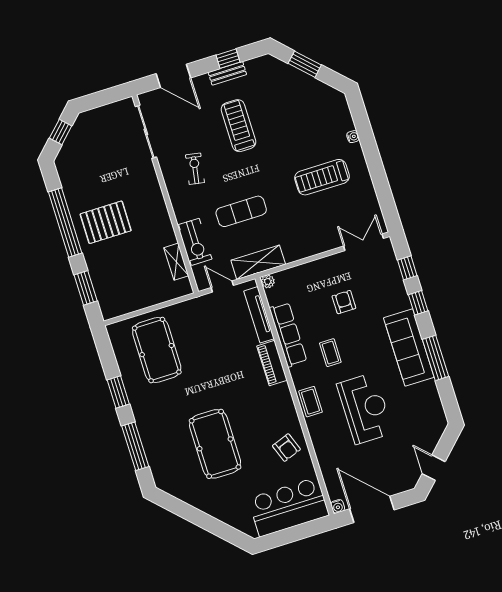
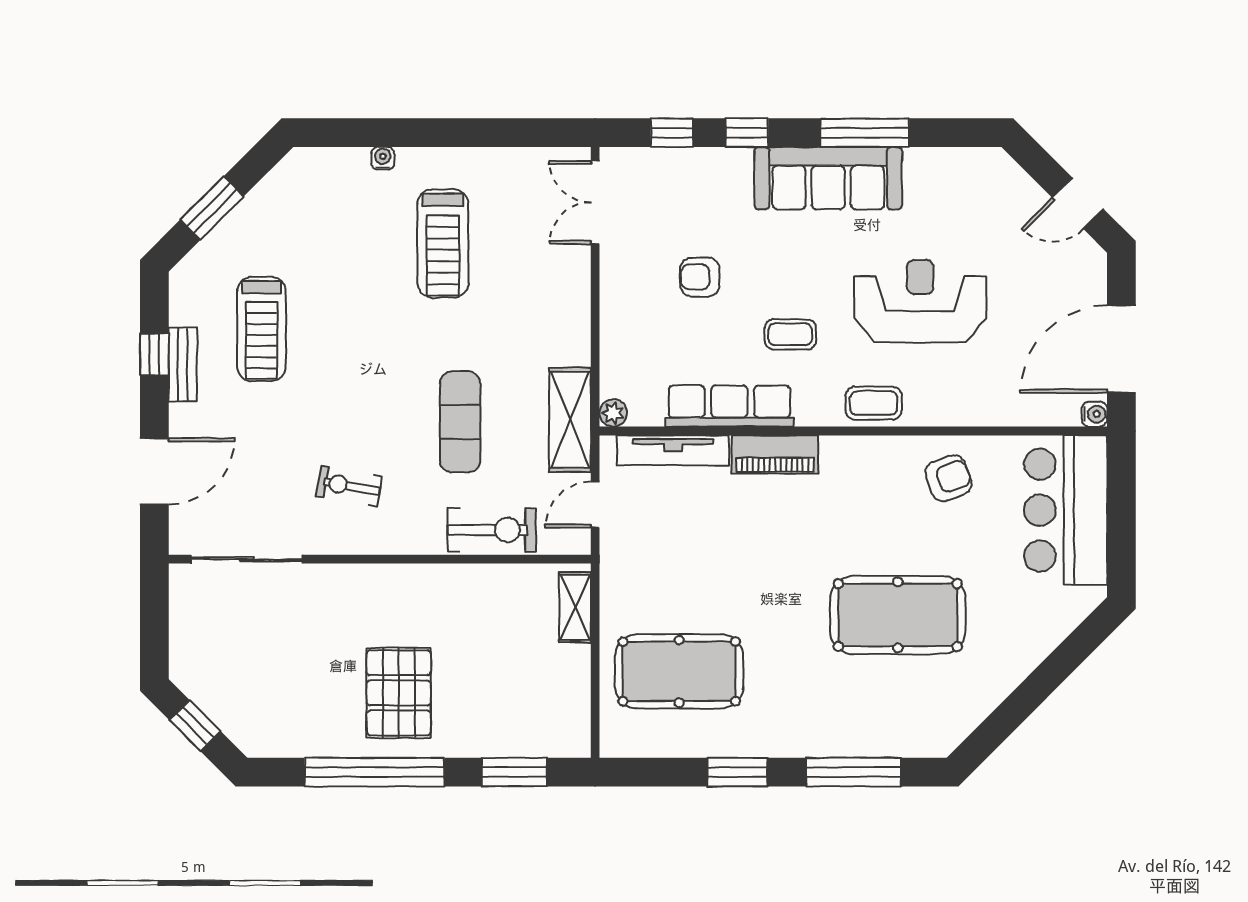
treadmill: (238, 126) -> (261, 329), moved, turned -90
shelving: (176, 262) -> (575, 607), moved, turned 90

